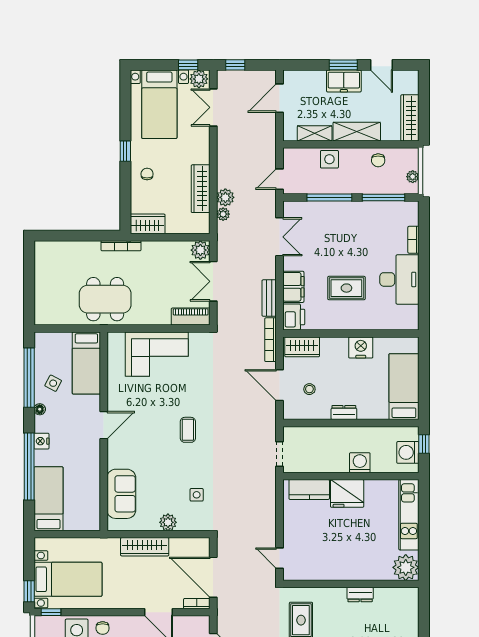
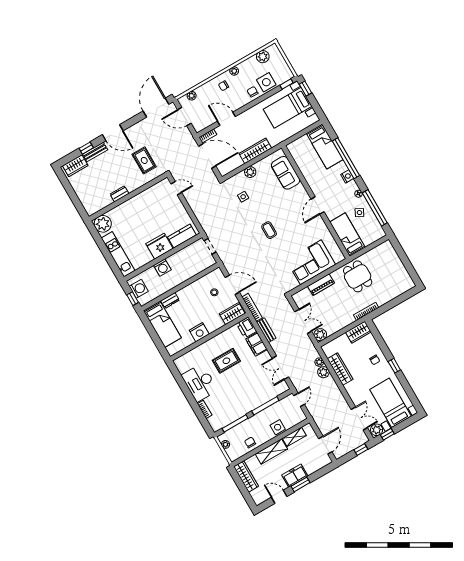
dining table: (105, 299) -> (358, 276), width x0.73
piano: (191, 317) -> (321, 285), moved
dresser: (344, 413) -> (170, 300), moved

